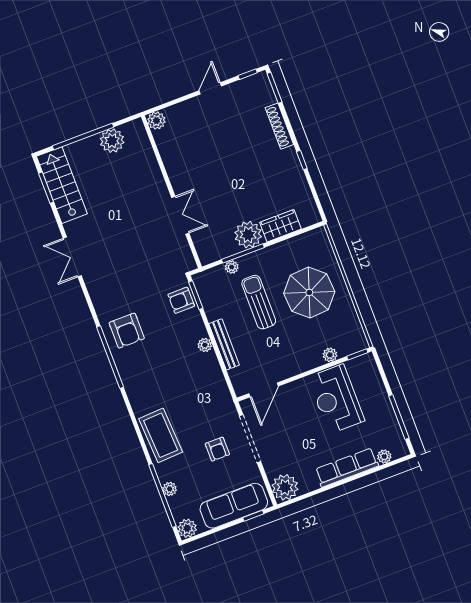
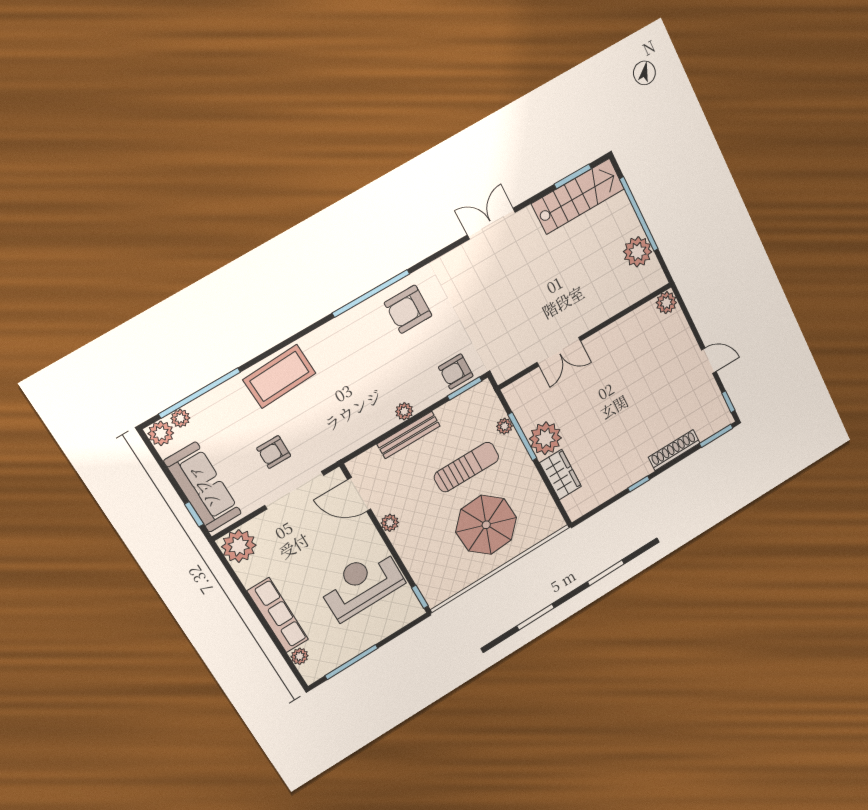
armchair: (181, 300) -> (456, 372), turned -90
plant: (330, 355) -> (390, 523), moved
plant: (170, 489) -> (180, 418), moved

